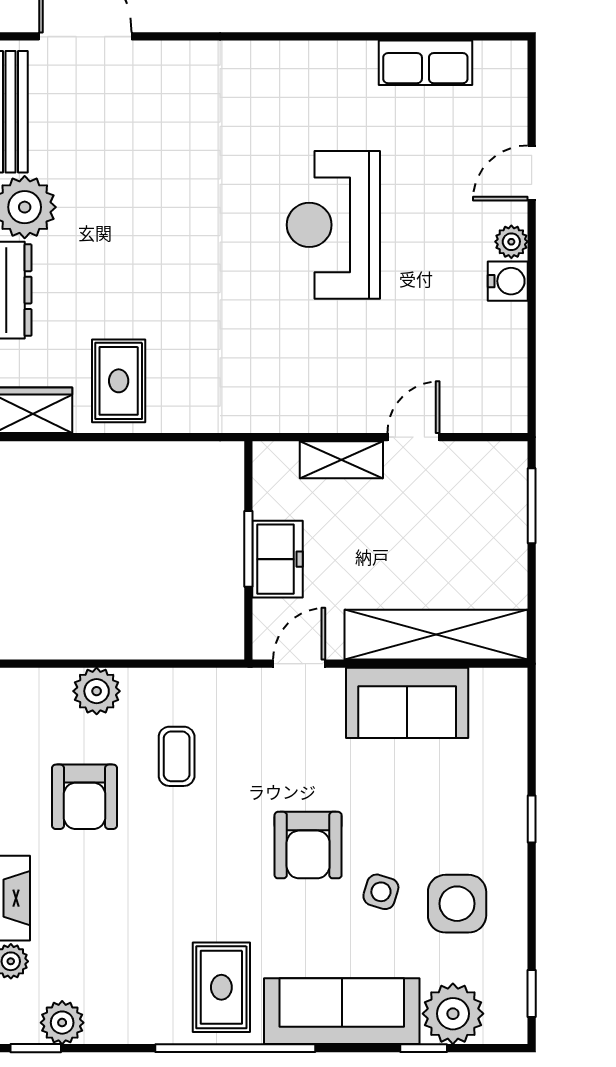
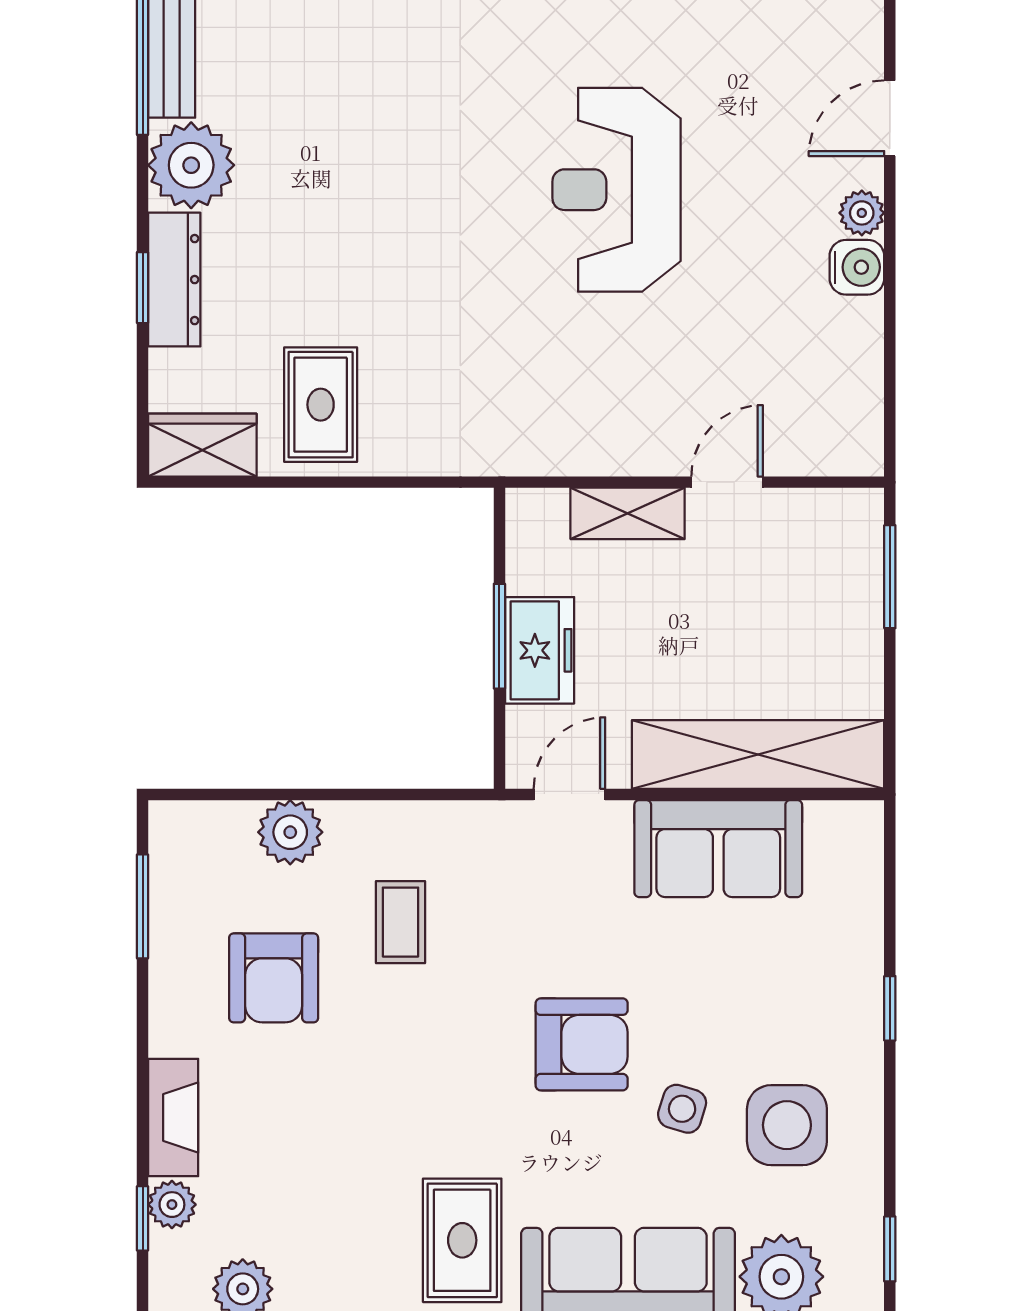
armchair: (308, 845) -> (582, 1044), turned -90

